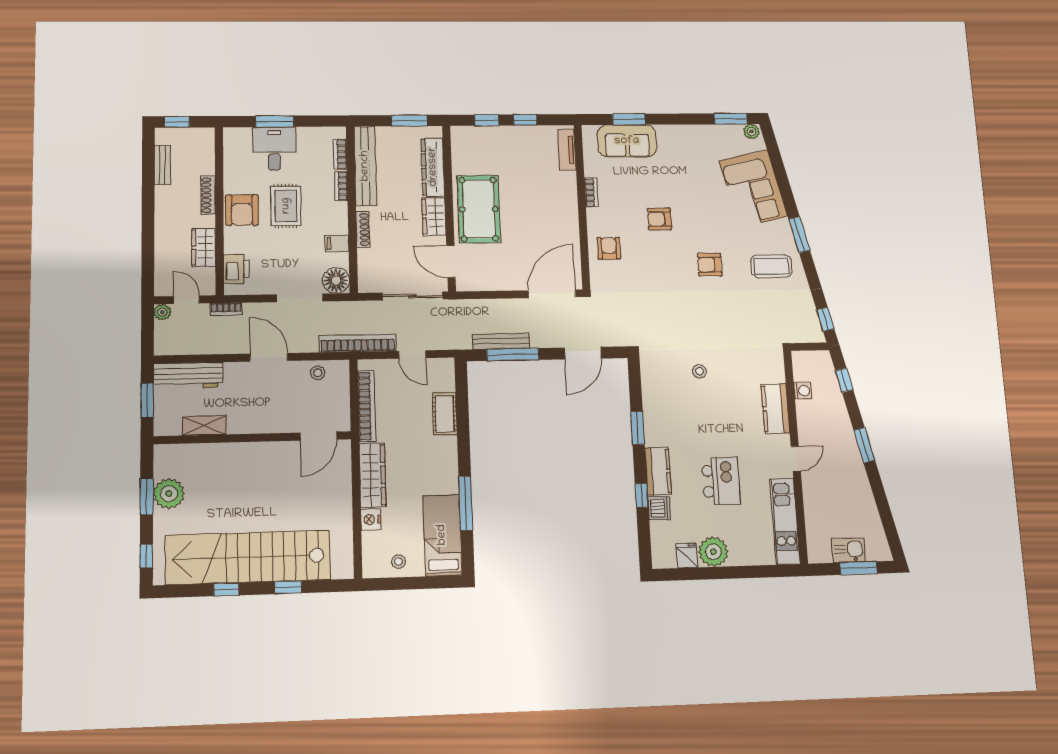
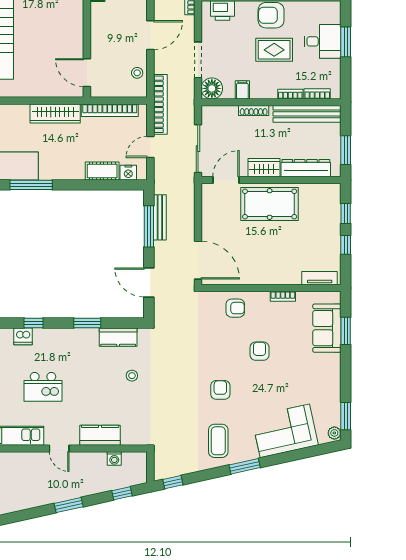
kitchen counter: (658, 471) -> (118, 337), moved
nightstand: (371, 519) -> (128, 173), moved, turned 180

